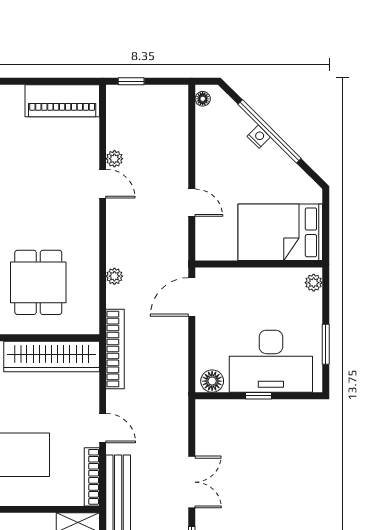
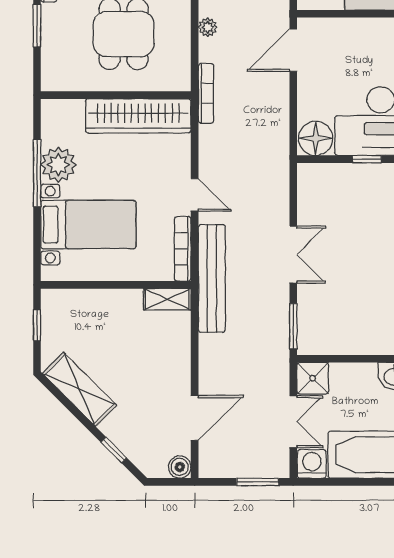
bookcase: (115, 349) -> (206, 93), width x0.68, depth x0.76
floor lamp: (212, 381) -> (316, 138), width x1.38, depth x1.38

